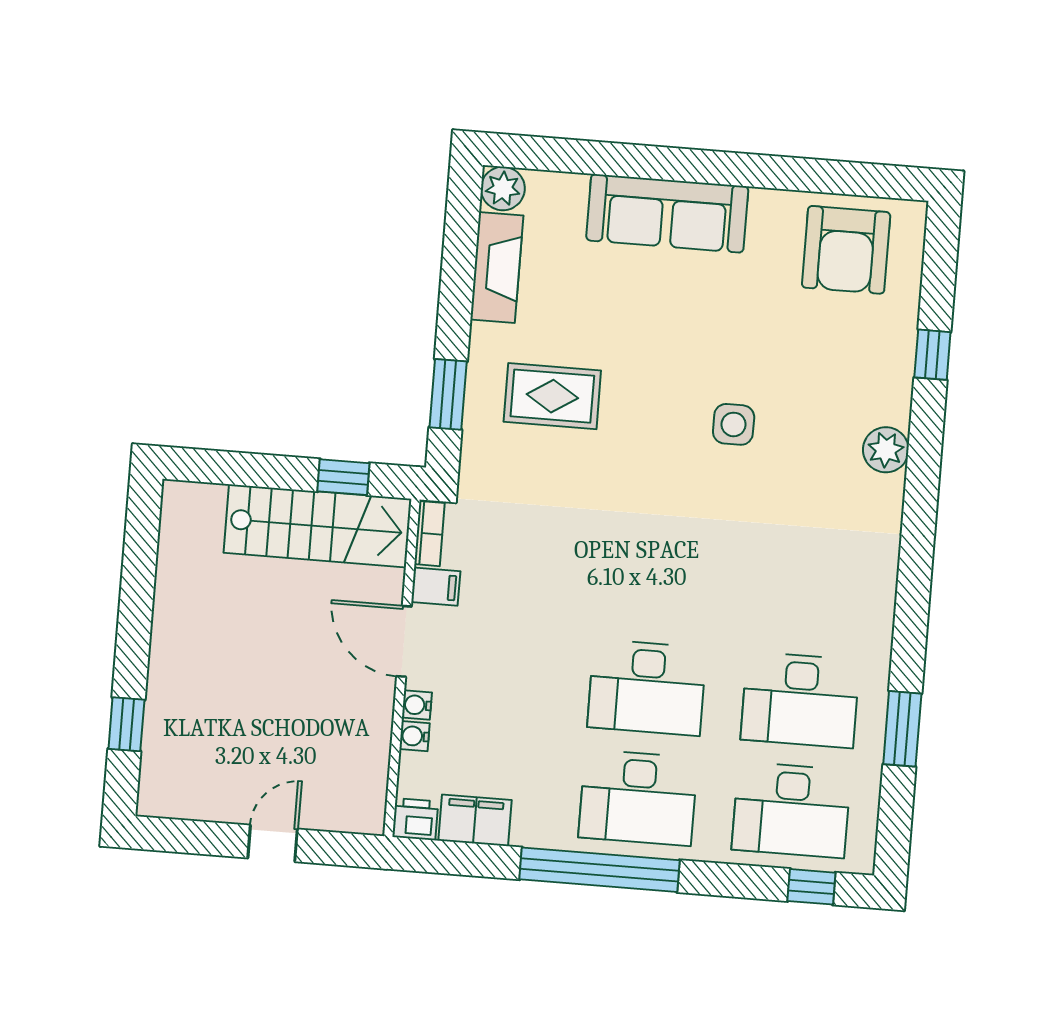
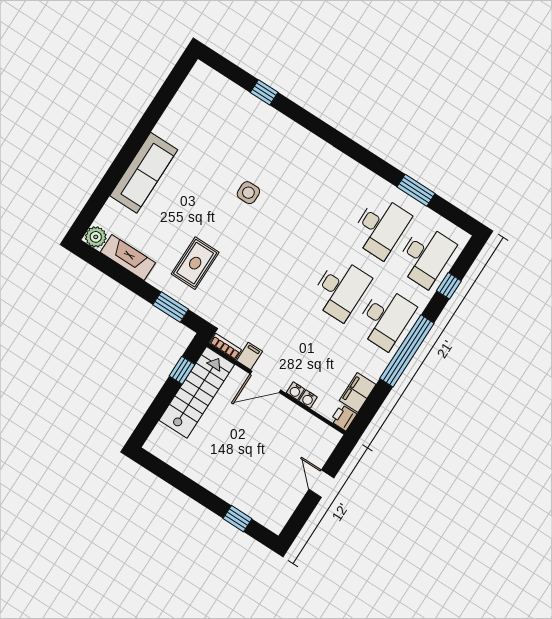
armchair: (846, 250) -> (200, 105), removed
plant: (886, 450) -> (294, 134), removed
window: (811, 887) -> (449, 286), moved

